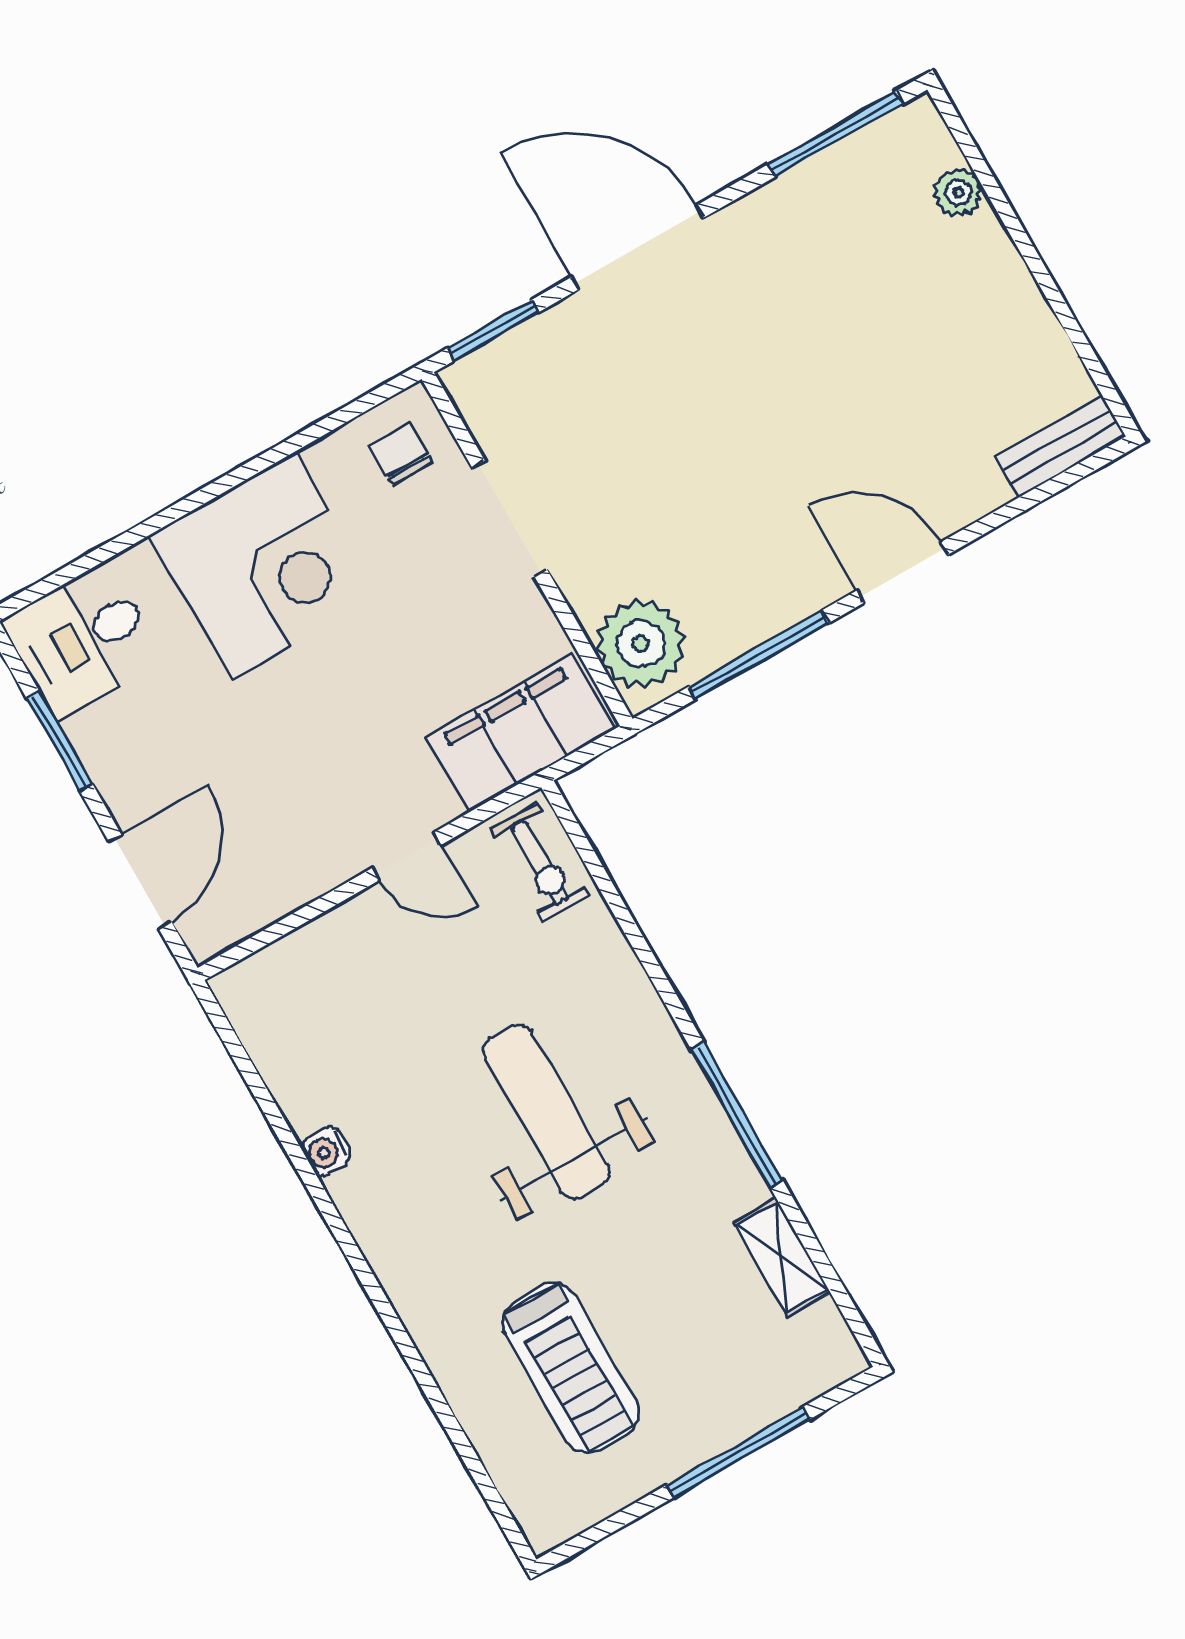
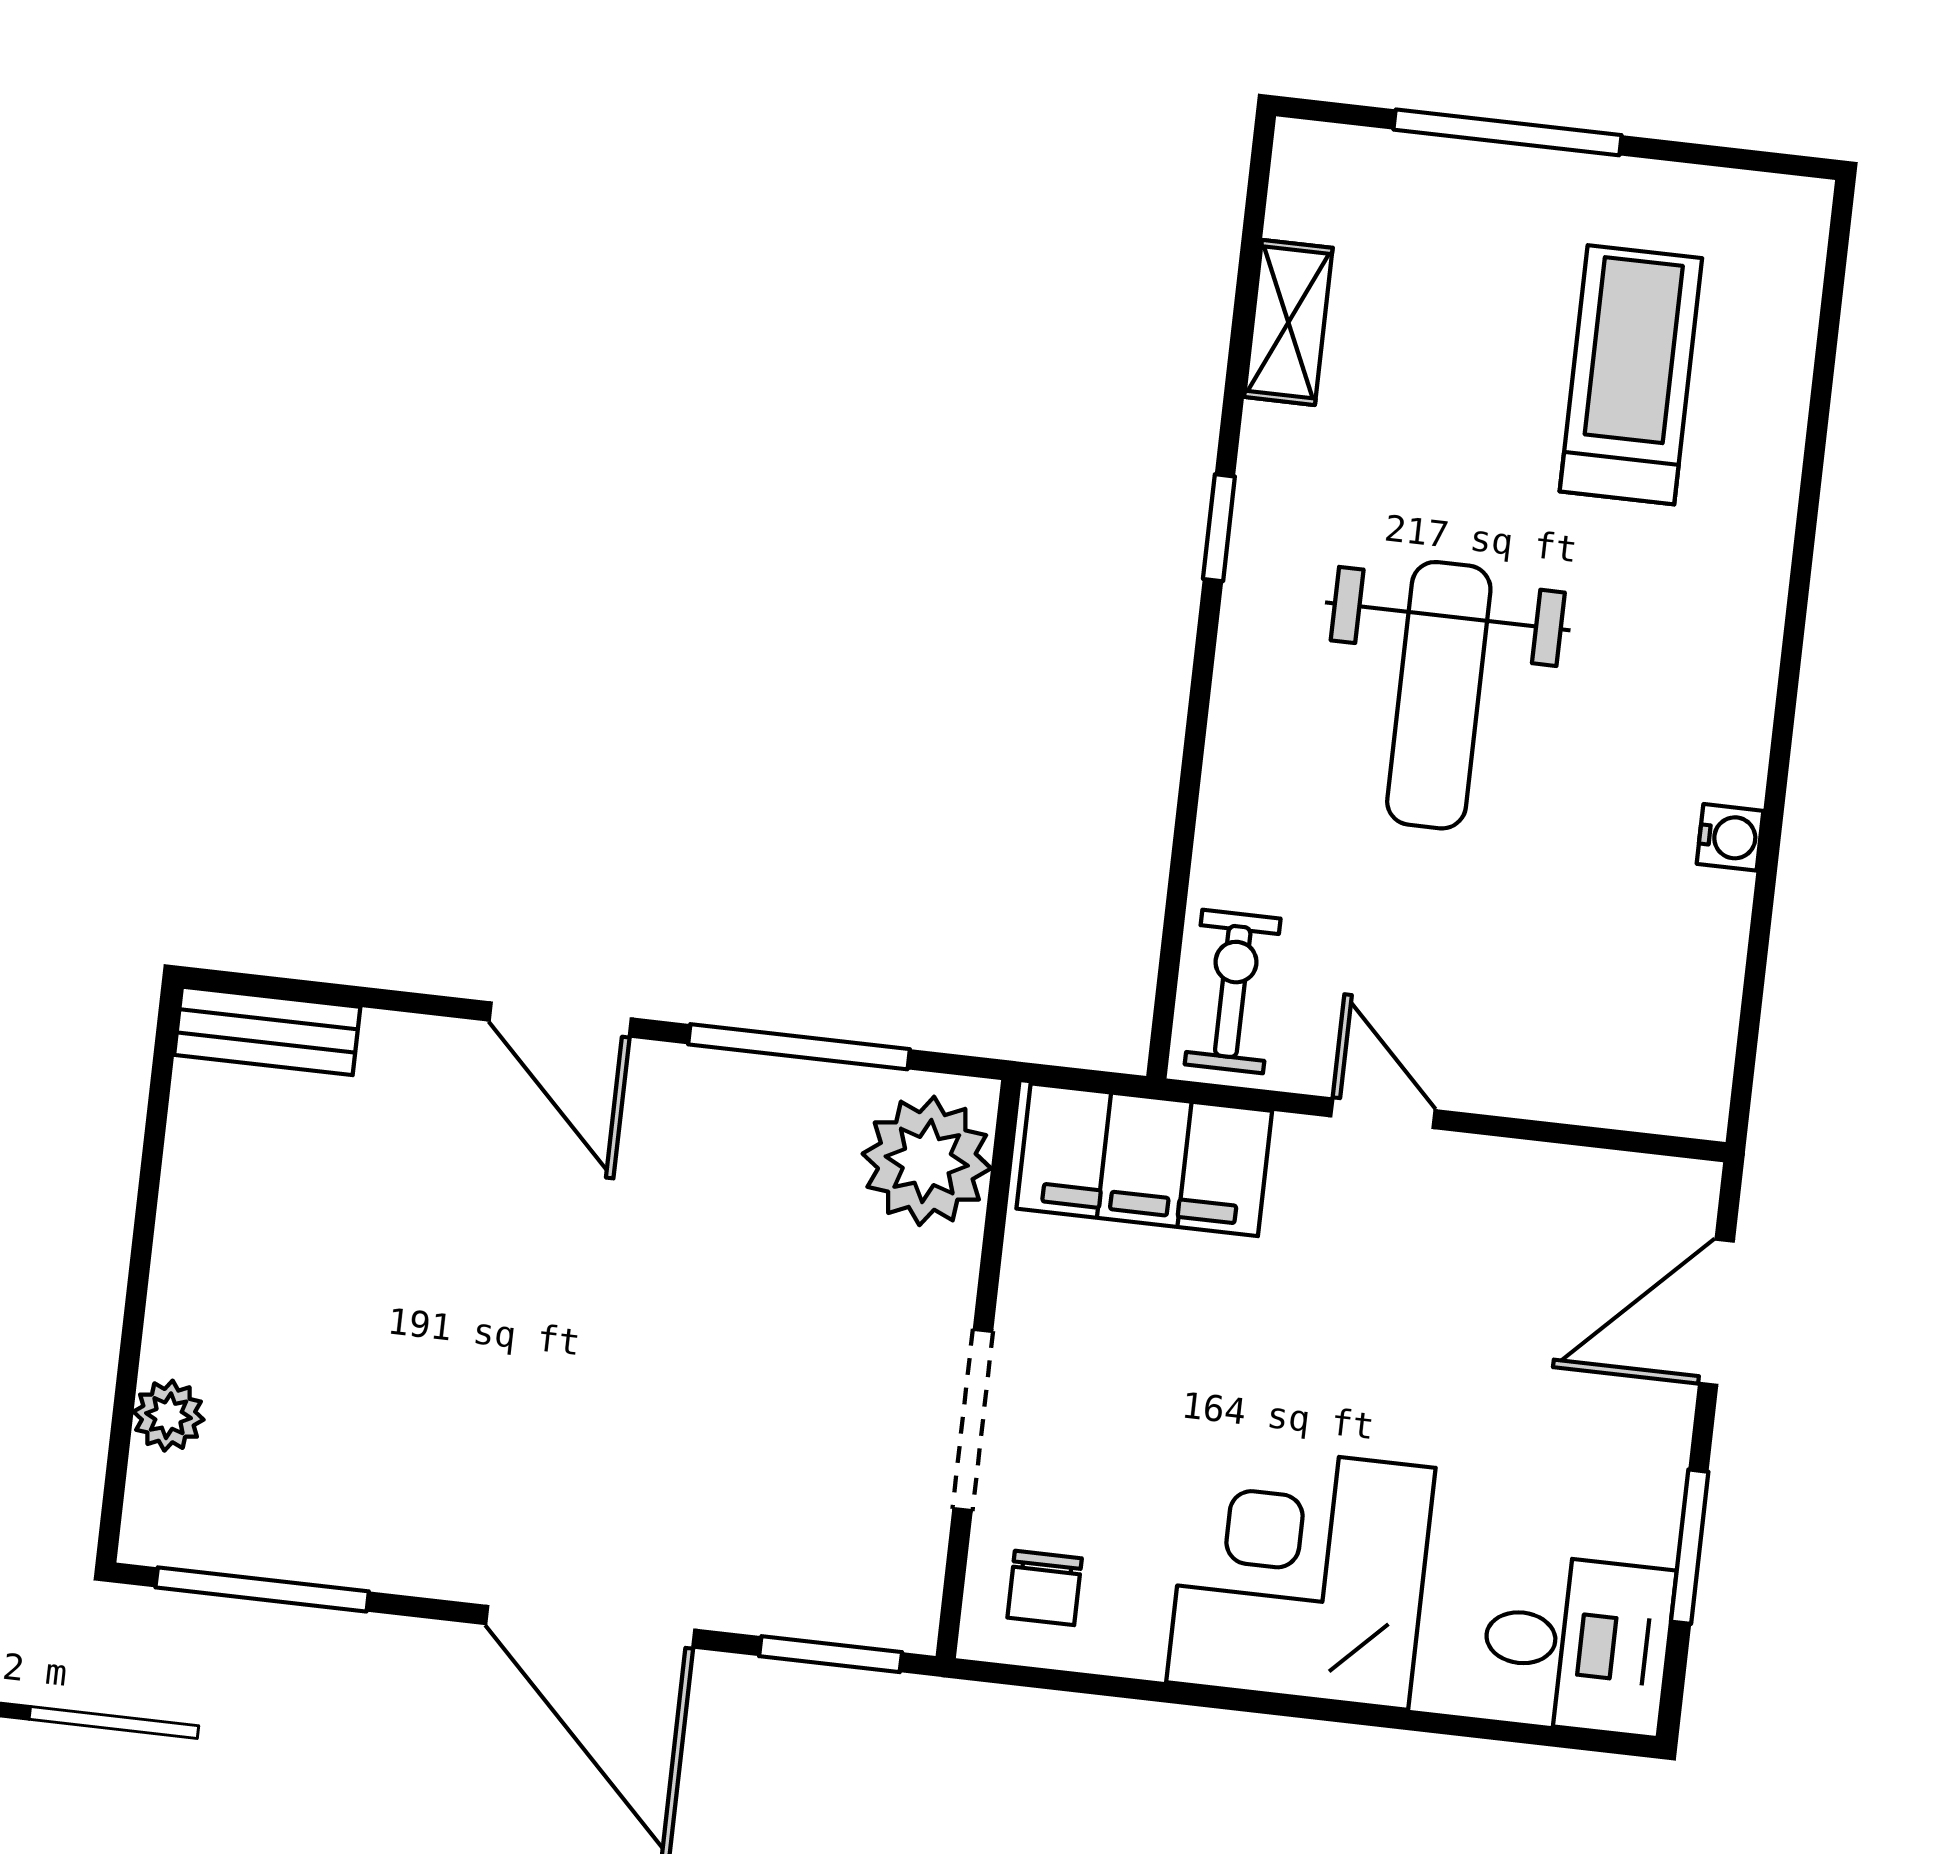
window: (737, 1115) -> (1219, 528), width x0.46

